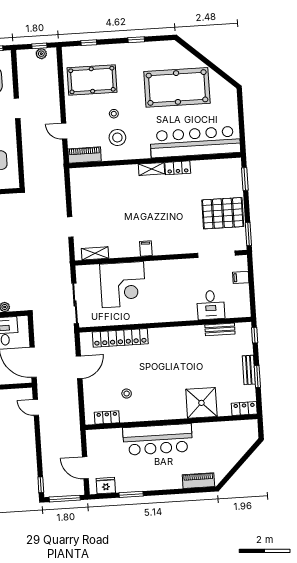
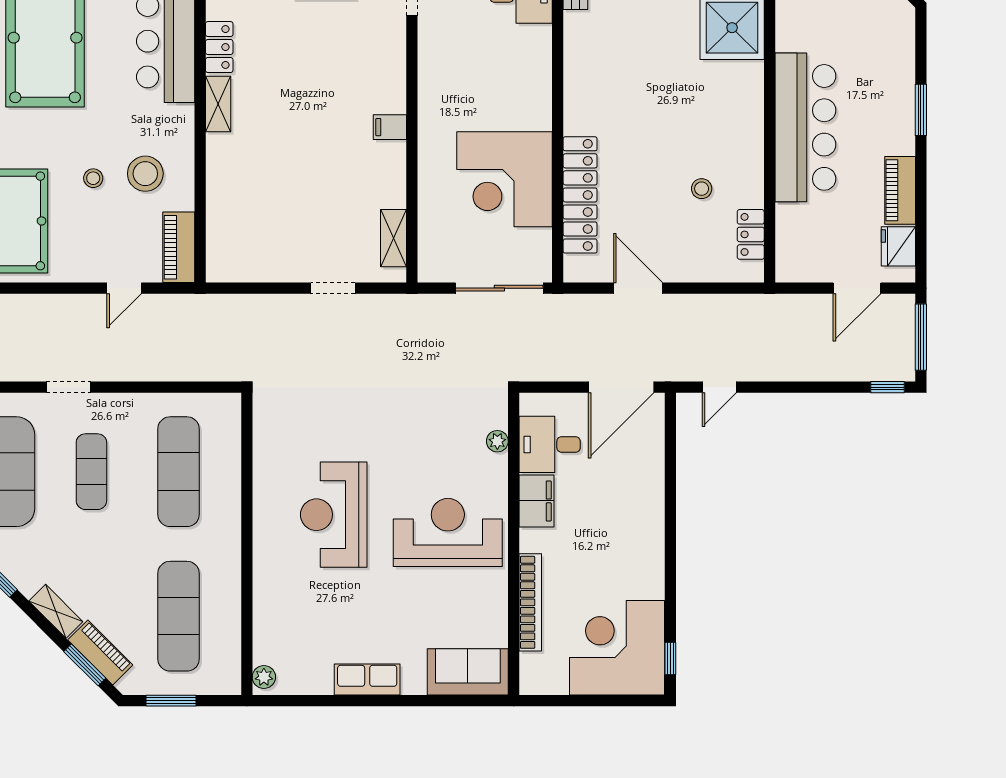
corner desk: (123, 285) -> (505, 179), moved, turned 180
piano: (198, 481) -> (900, 190), moved
window: (131, 494) -> (921, 110), moved

